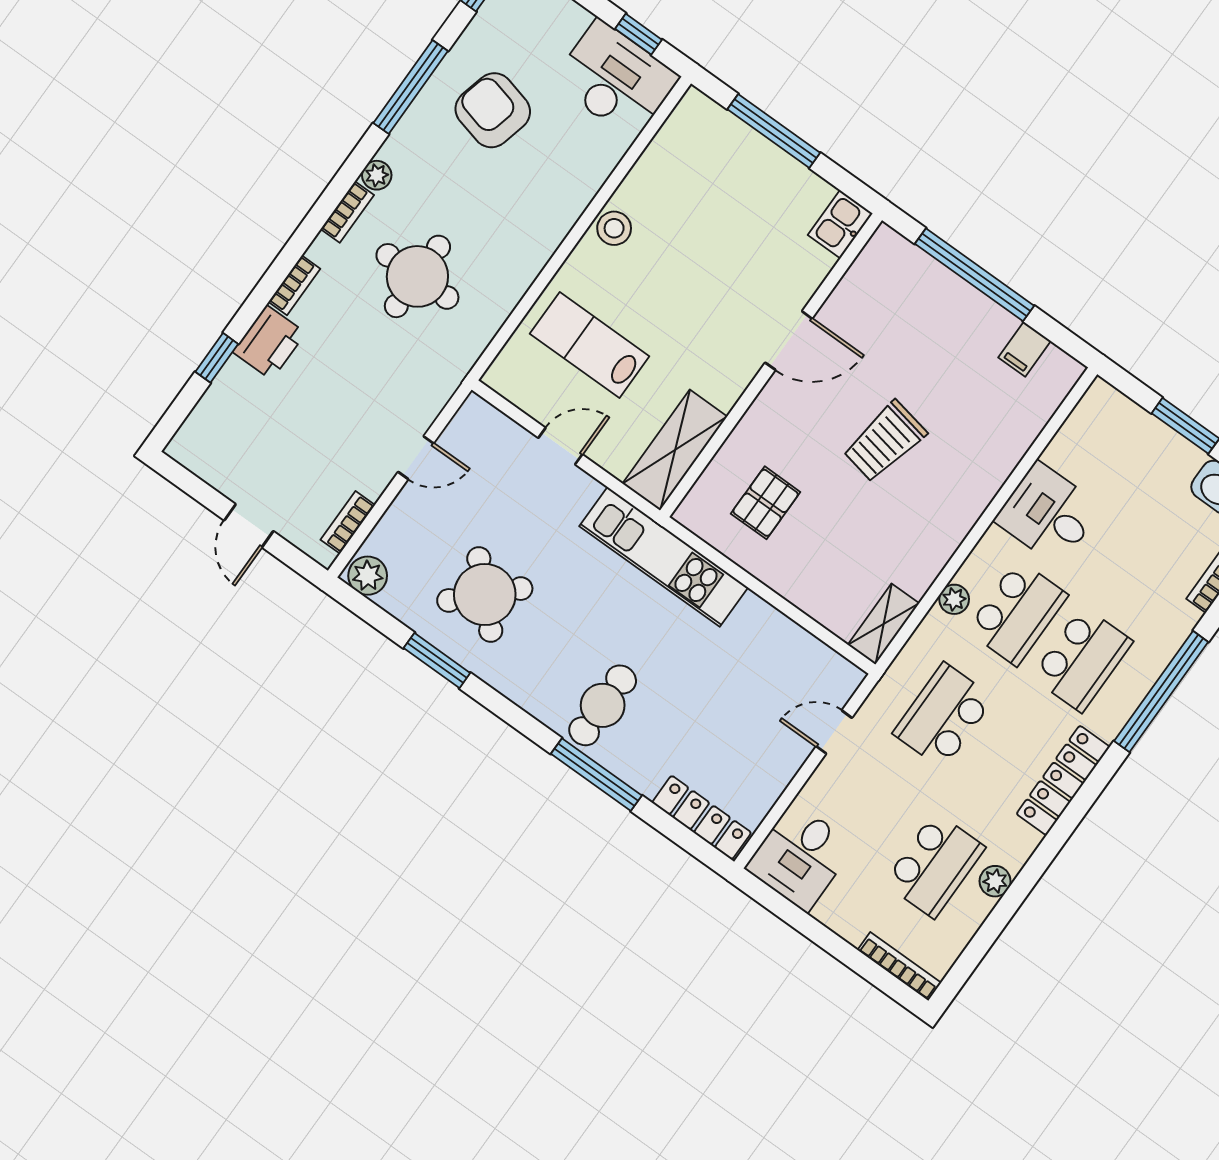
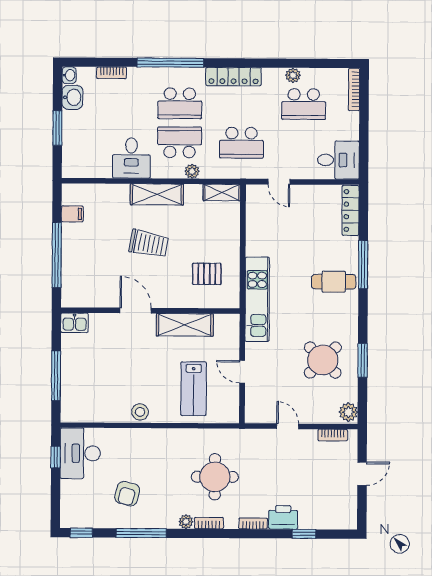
armchair: (493, 110) -> (127, 494), width x0.72, depth x0.72
shelving: (675, 450) -> (185, 325), moved
shelving: (957, 513) -> (157, 194), added
school desk: (1082, 659) -> (180, 103), turned 180
school desk: (935, 865) -> (304, 104), turned 180

